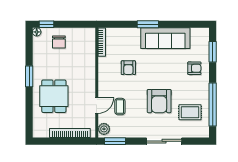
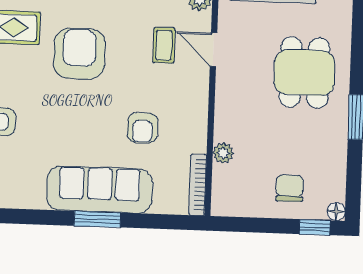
sofa: (165, 38) -> (100, 190), moved
plant: (90, 57) -> (223, 153), added
armchair: (128, 68) -> (143, 128), turned 180
door: (97, 105) -> (213, 49), hinge flipped

